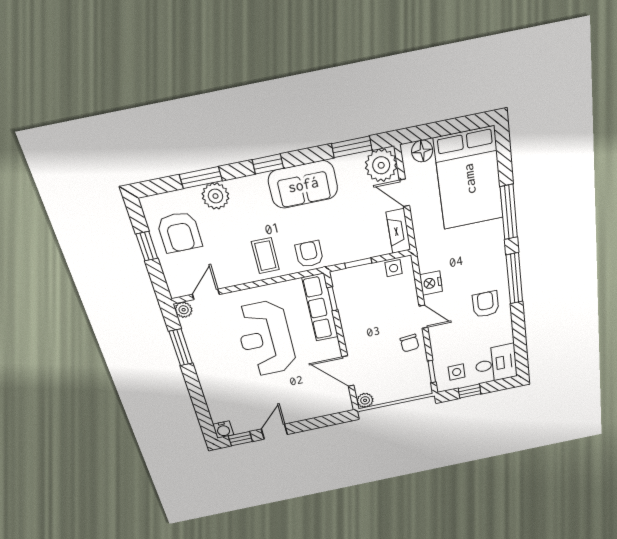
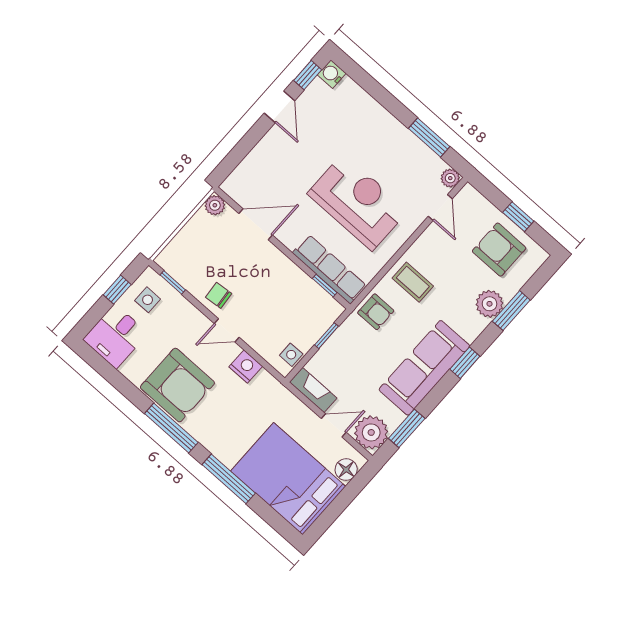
sofa: (303, 184) -> (424, 368), width x1.36
armchair: (486, 304) -> (177, 385), width x1.88, depth x1.88

